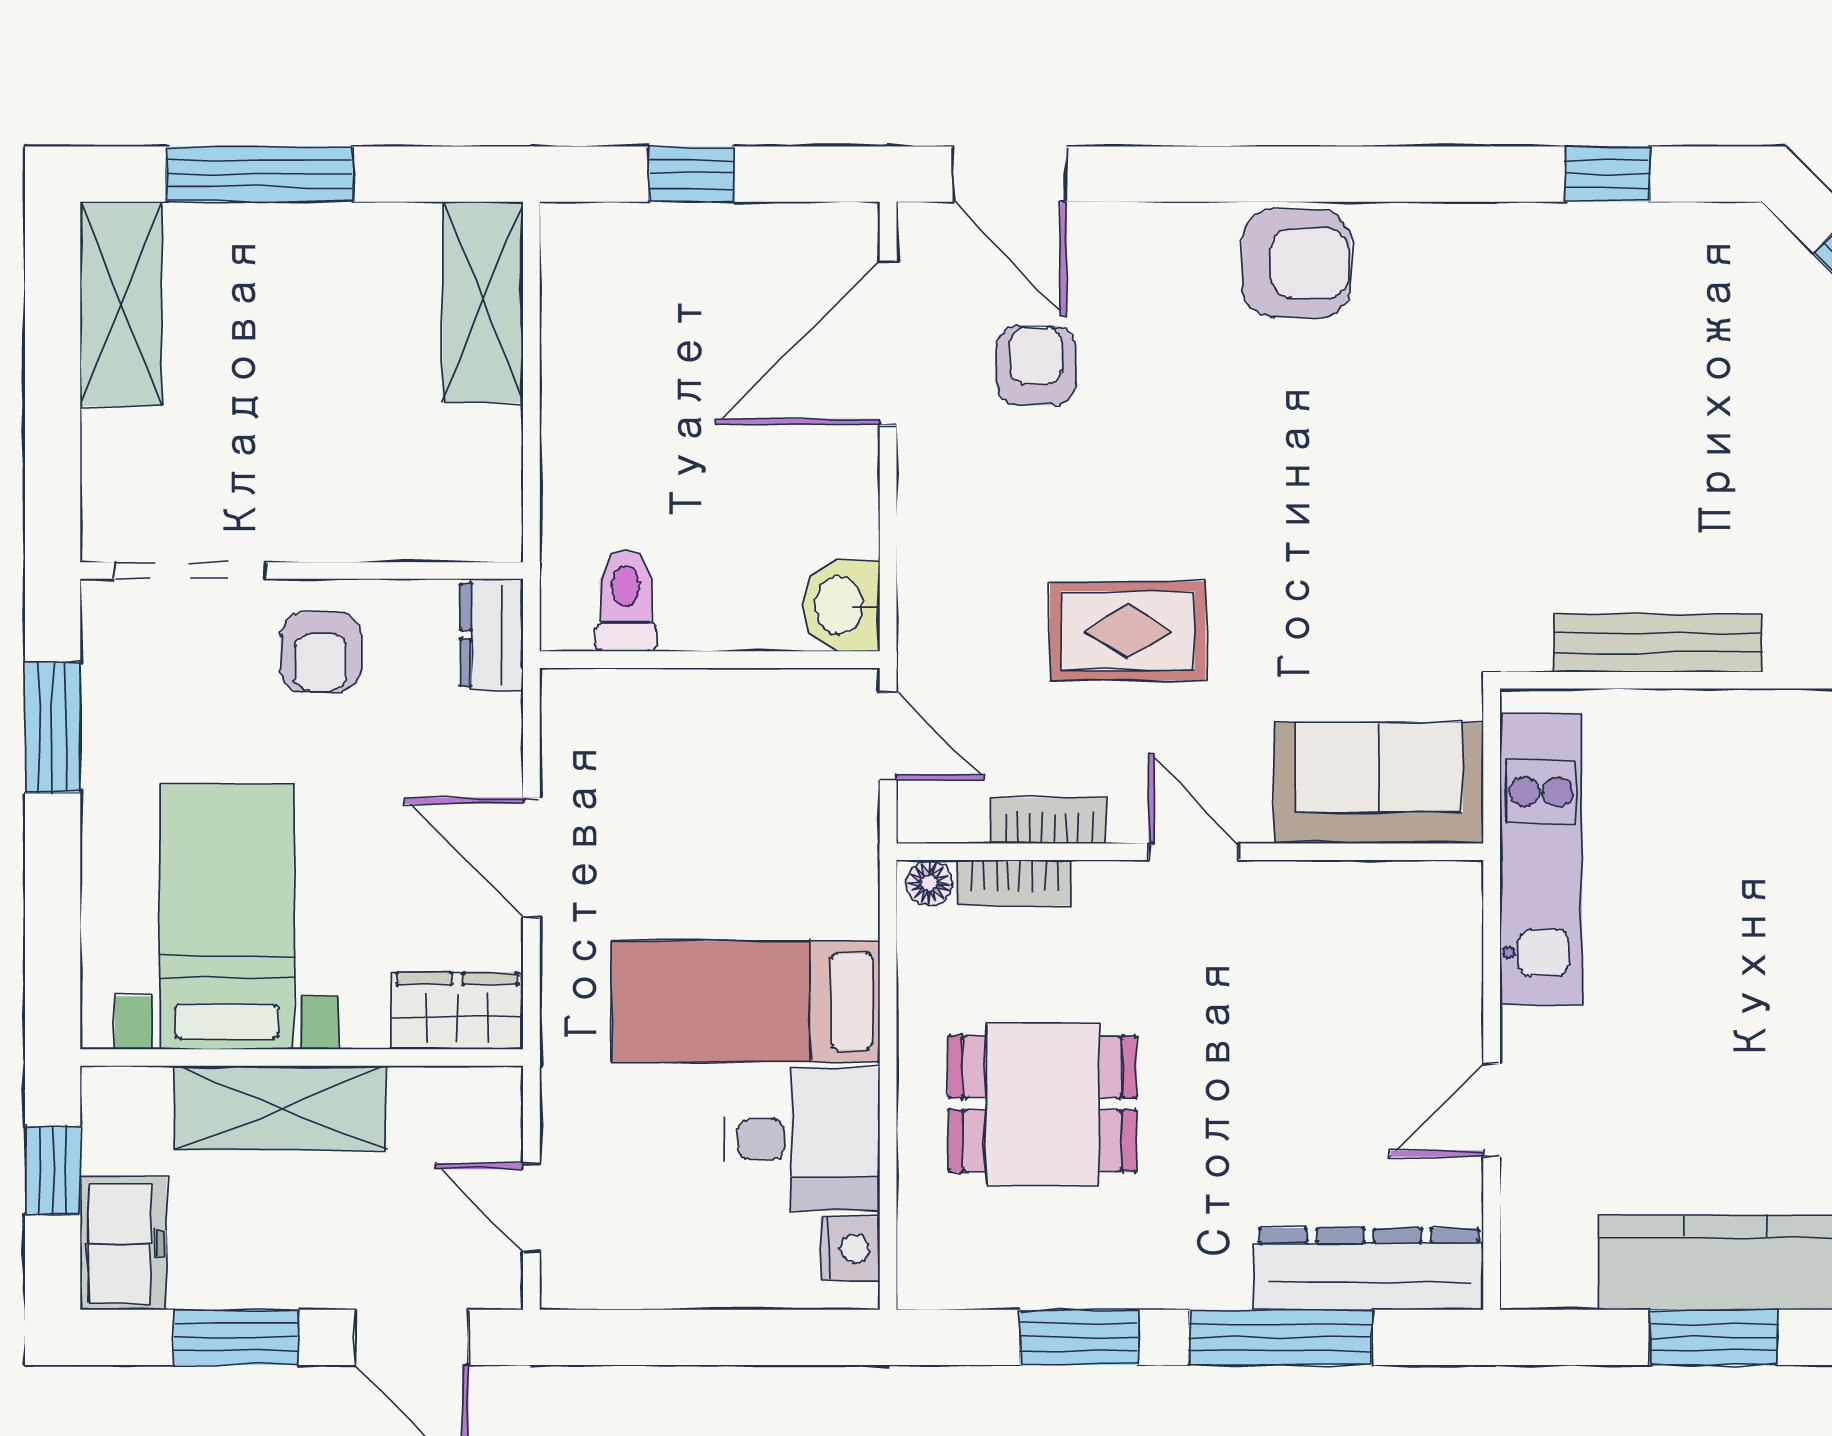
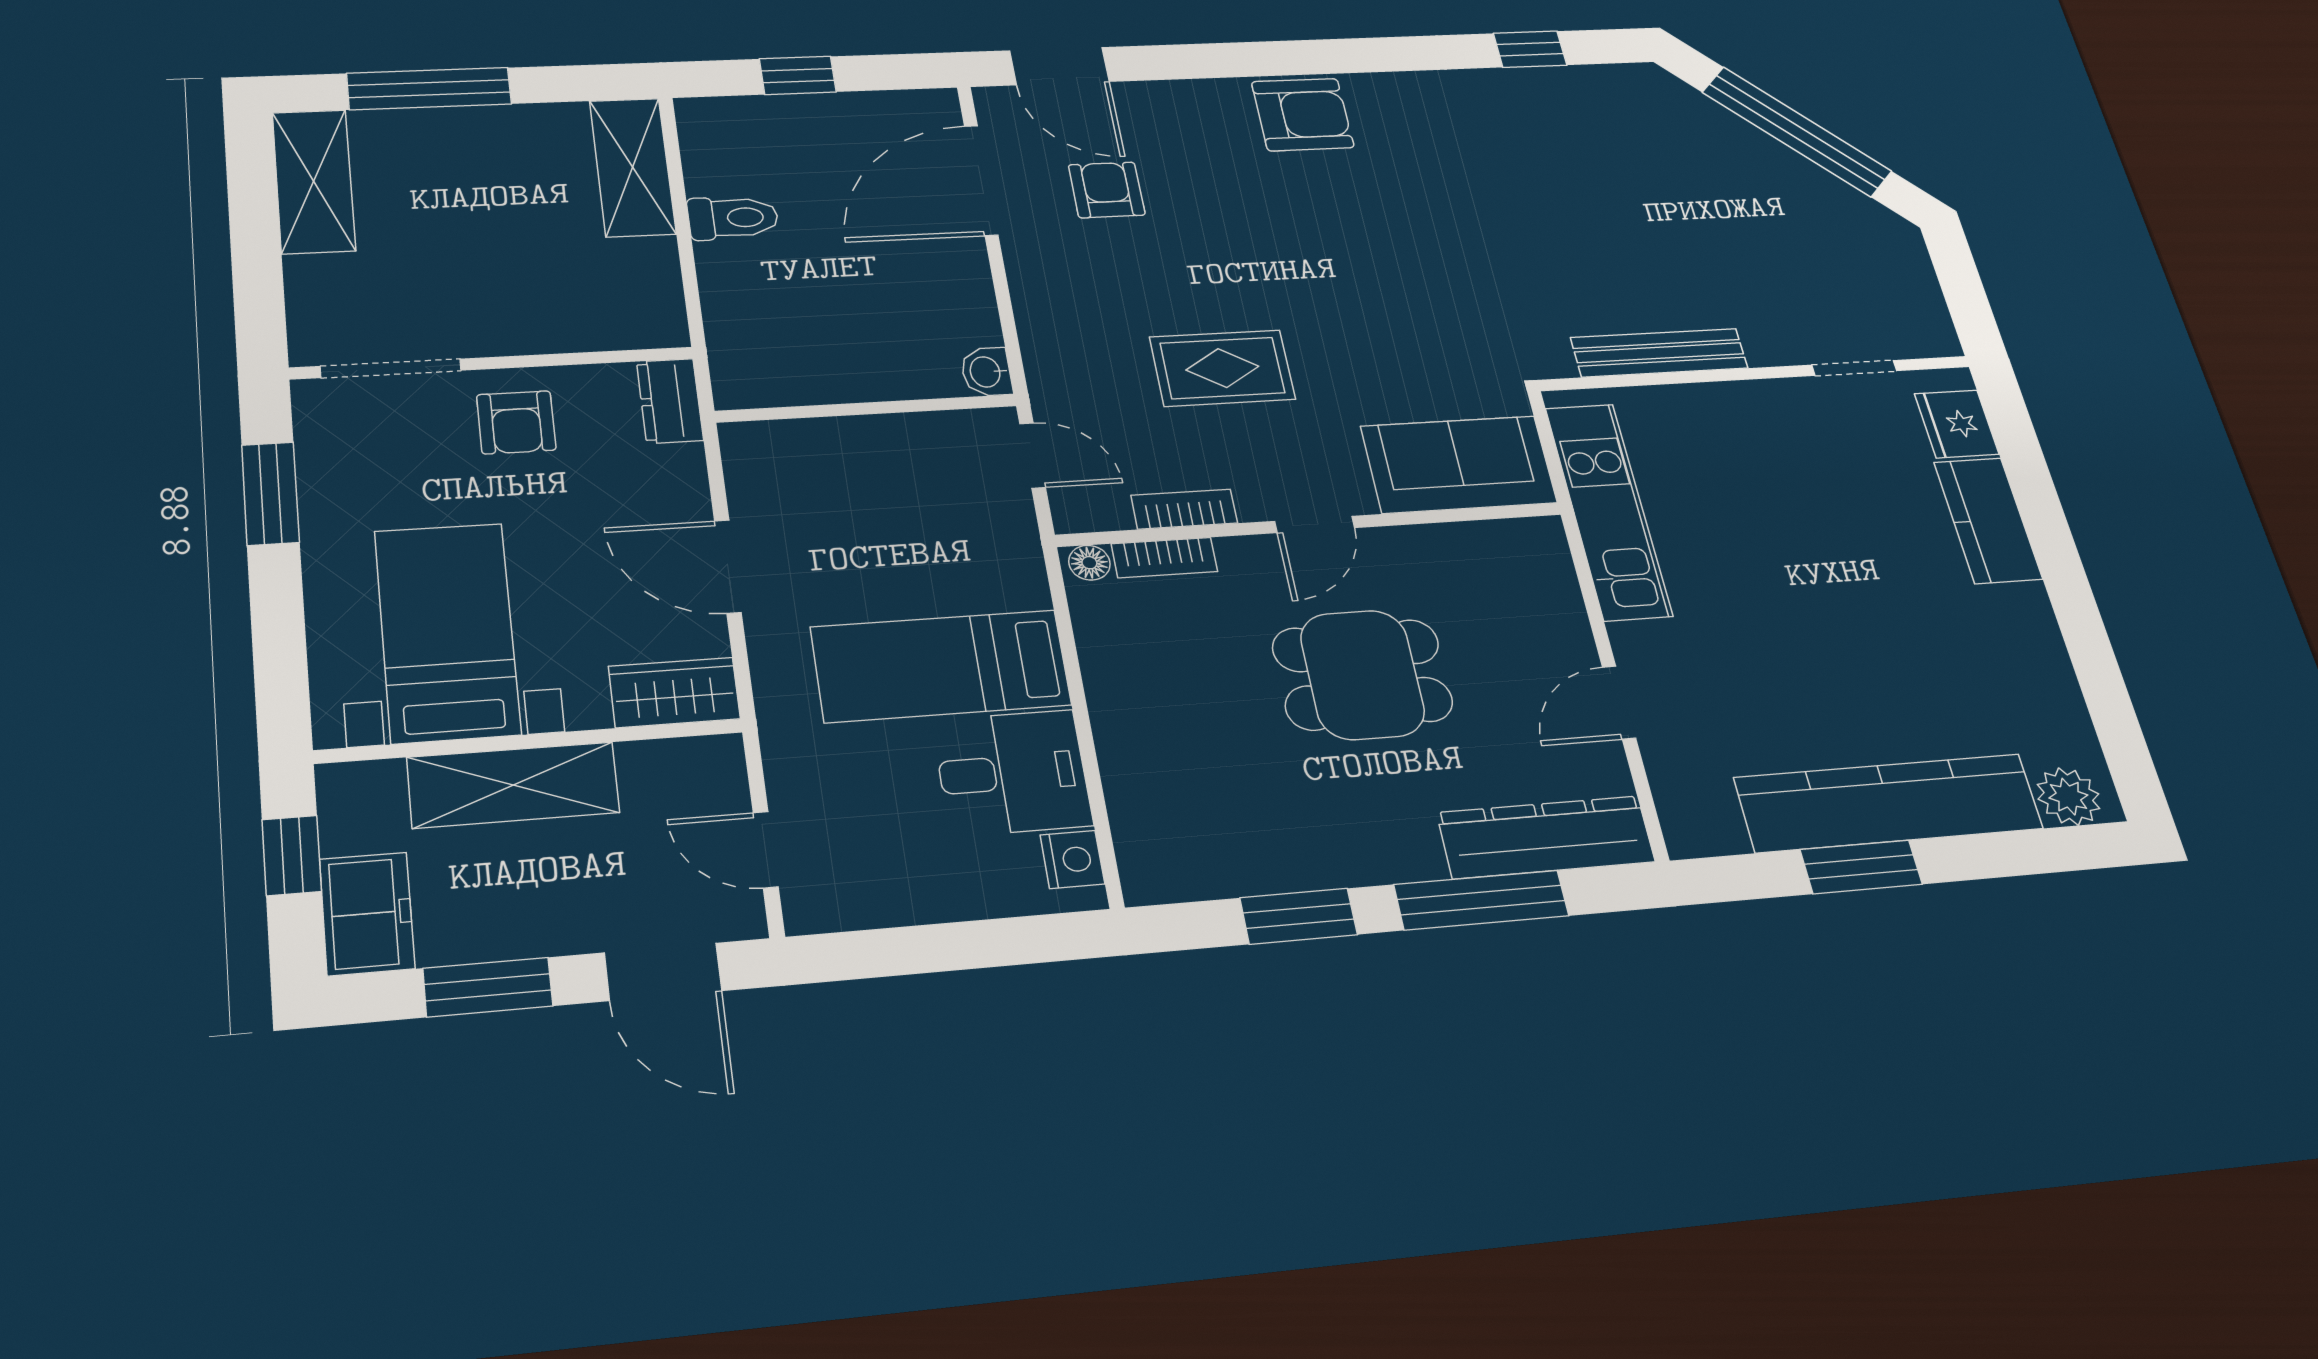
toilet: (626, 600) -> (733, 218), moved, turned 90
washbasin: (841, 606) -> (986, 372), width x0.72, depth x0.69
door: (1194, 852) -> (1315, 524), swing flipped
dining table: (1042, 1104) -> (1362, 675), moved

